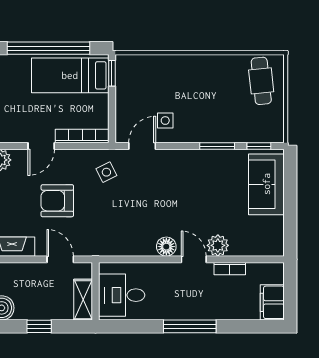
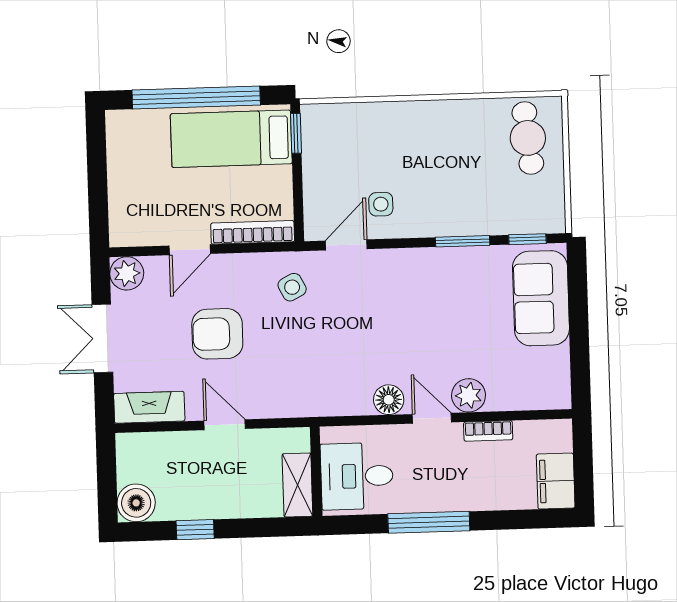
wall: (95, 291) -> (316, 471), moved
desk: (122, 295) -> (357, 476), moved
shelving: (83, 300) -> (297, 485), moved

